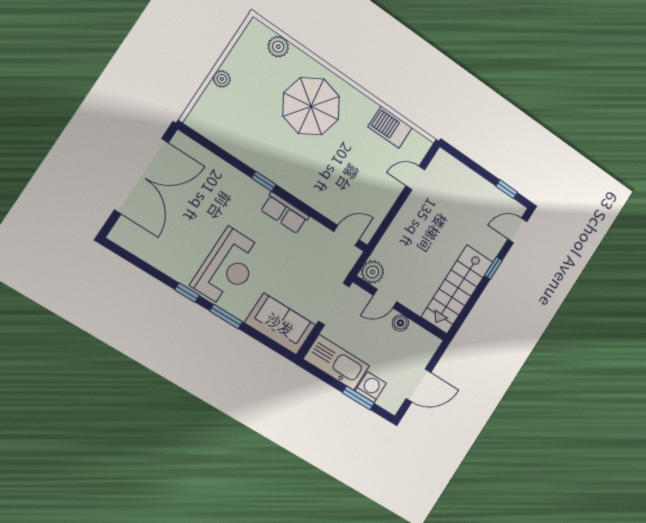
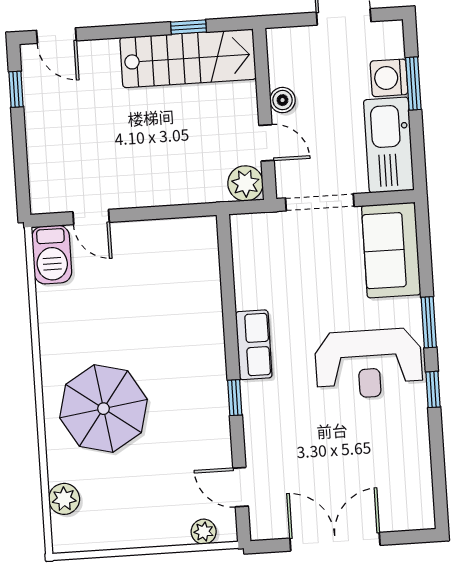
plant: (222, 79) -> (204, 532), moved
barbecue: (390, 127) -> (52, 255), moved
double door: (141, 176) -> (335, 542), width x0.73
door: (346, 236) -> (241, 487), moved
reception desk: (228, 268) -> (369, 364), turned 180
window: (493, 268) -> (189, 27), moved

